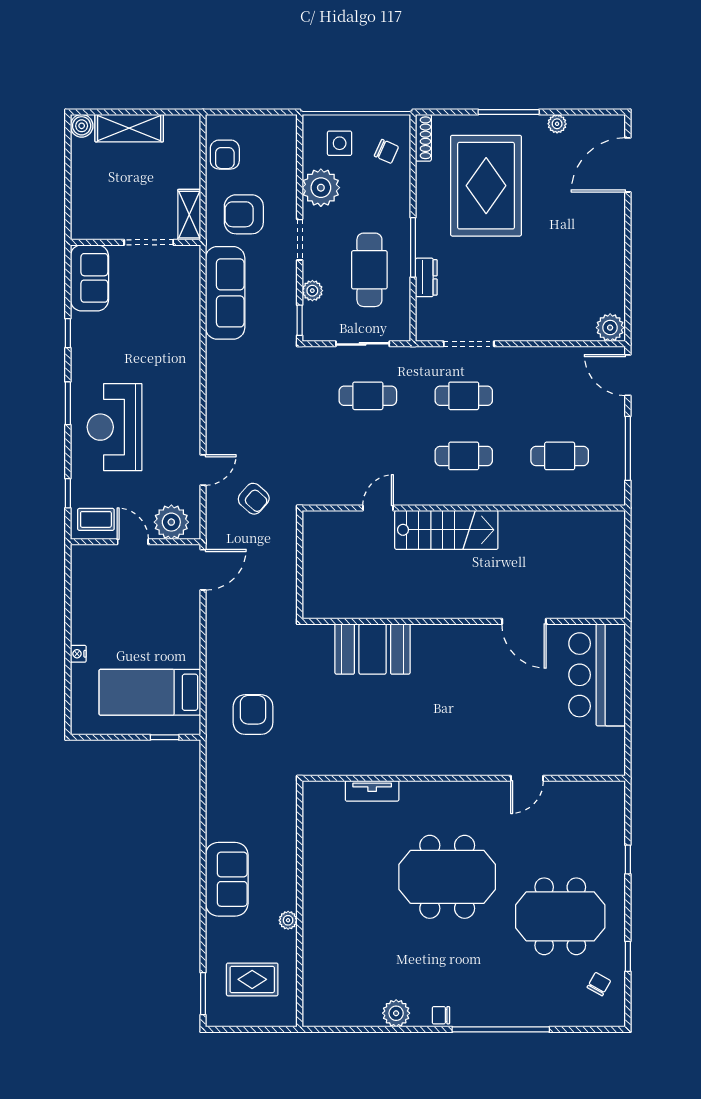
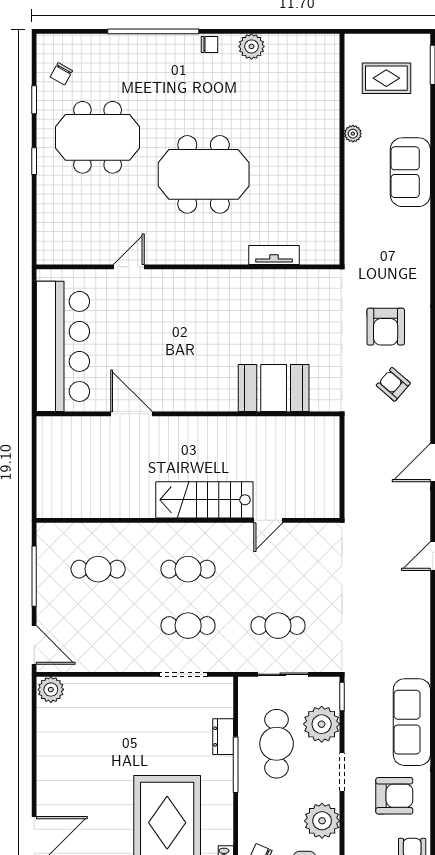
plant: (312, 291) -> (322, 724), width x1.88, depth x1.88
armchair: (254, 499) -> (393, 384), moved
bar counter: (597, 675) -> (63, 346), width x1.36
window: (628, 859) -> (34, 161), moved

